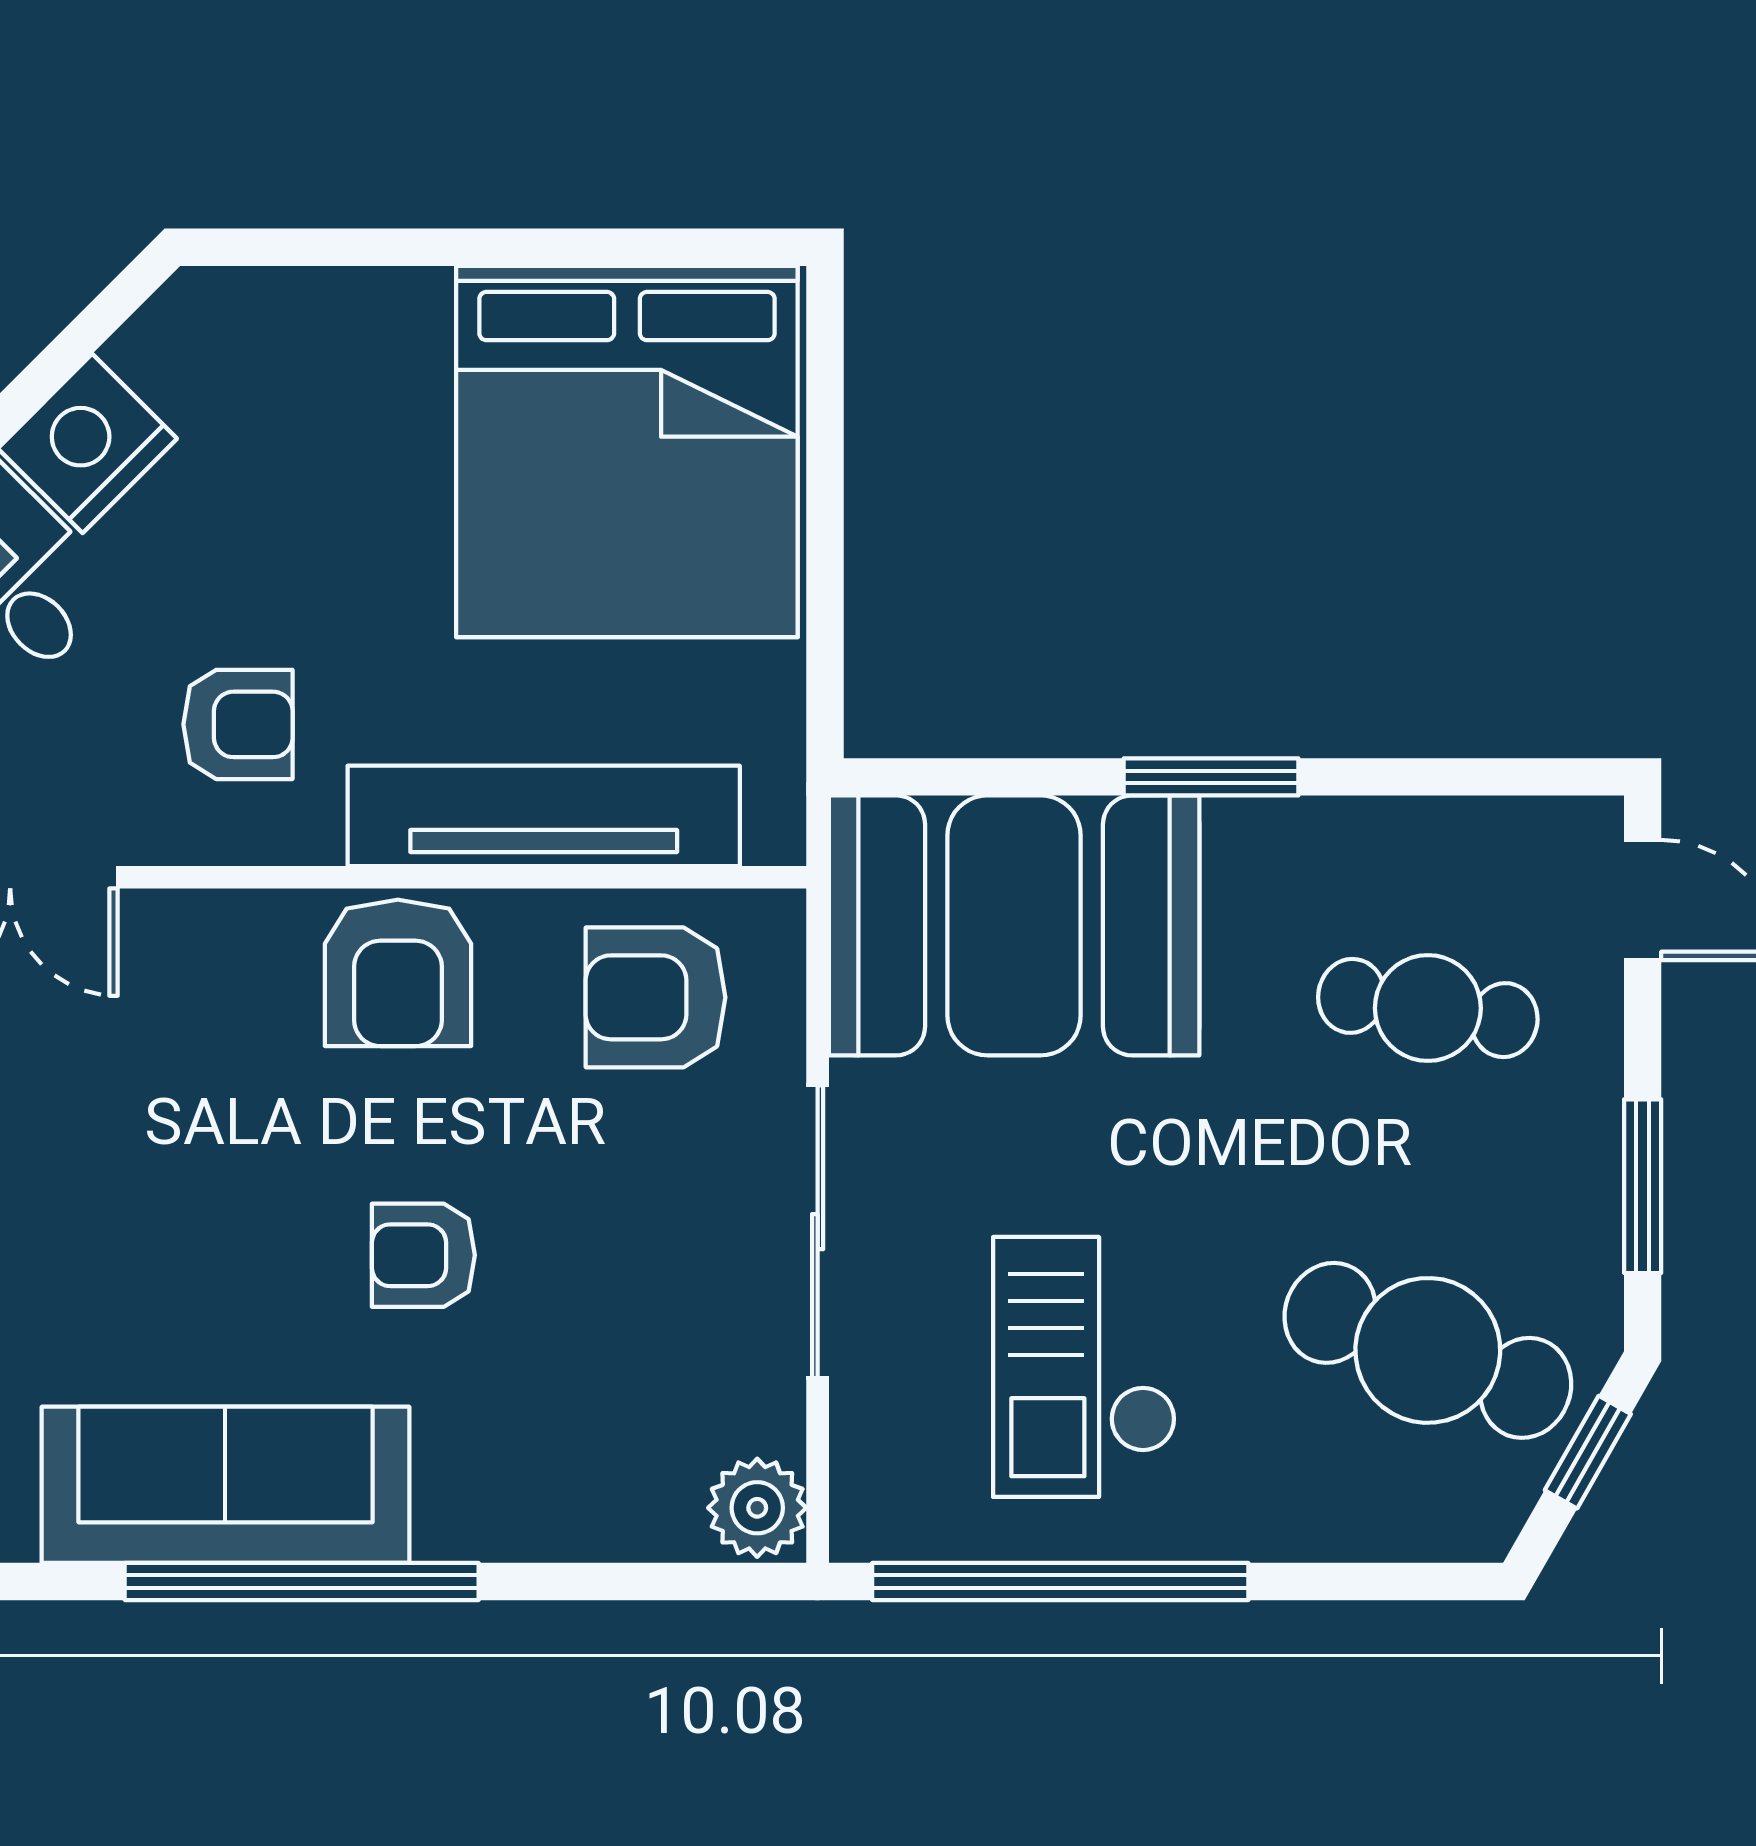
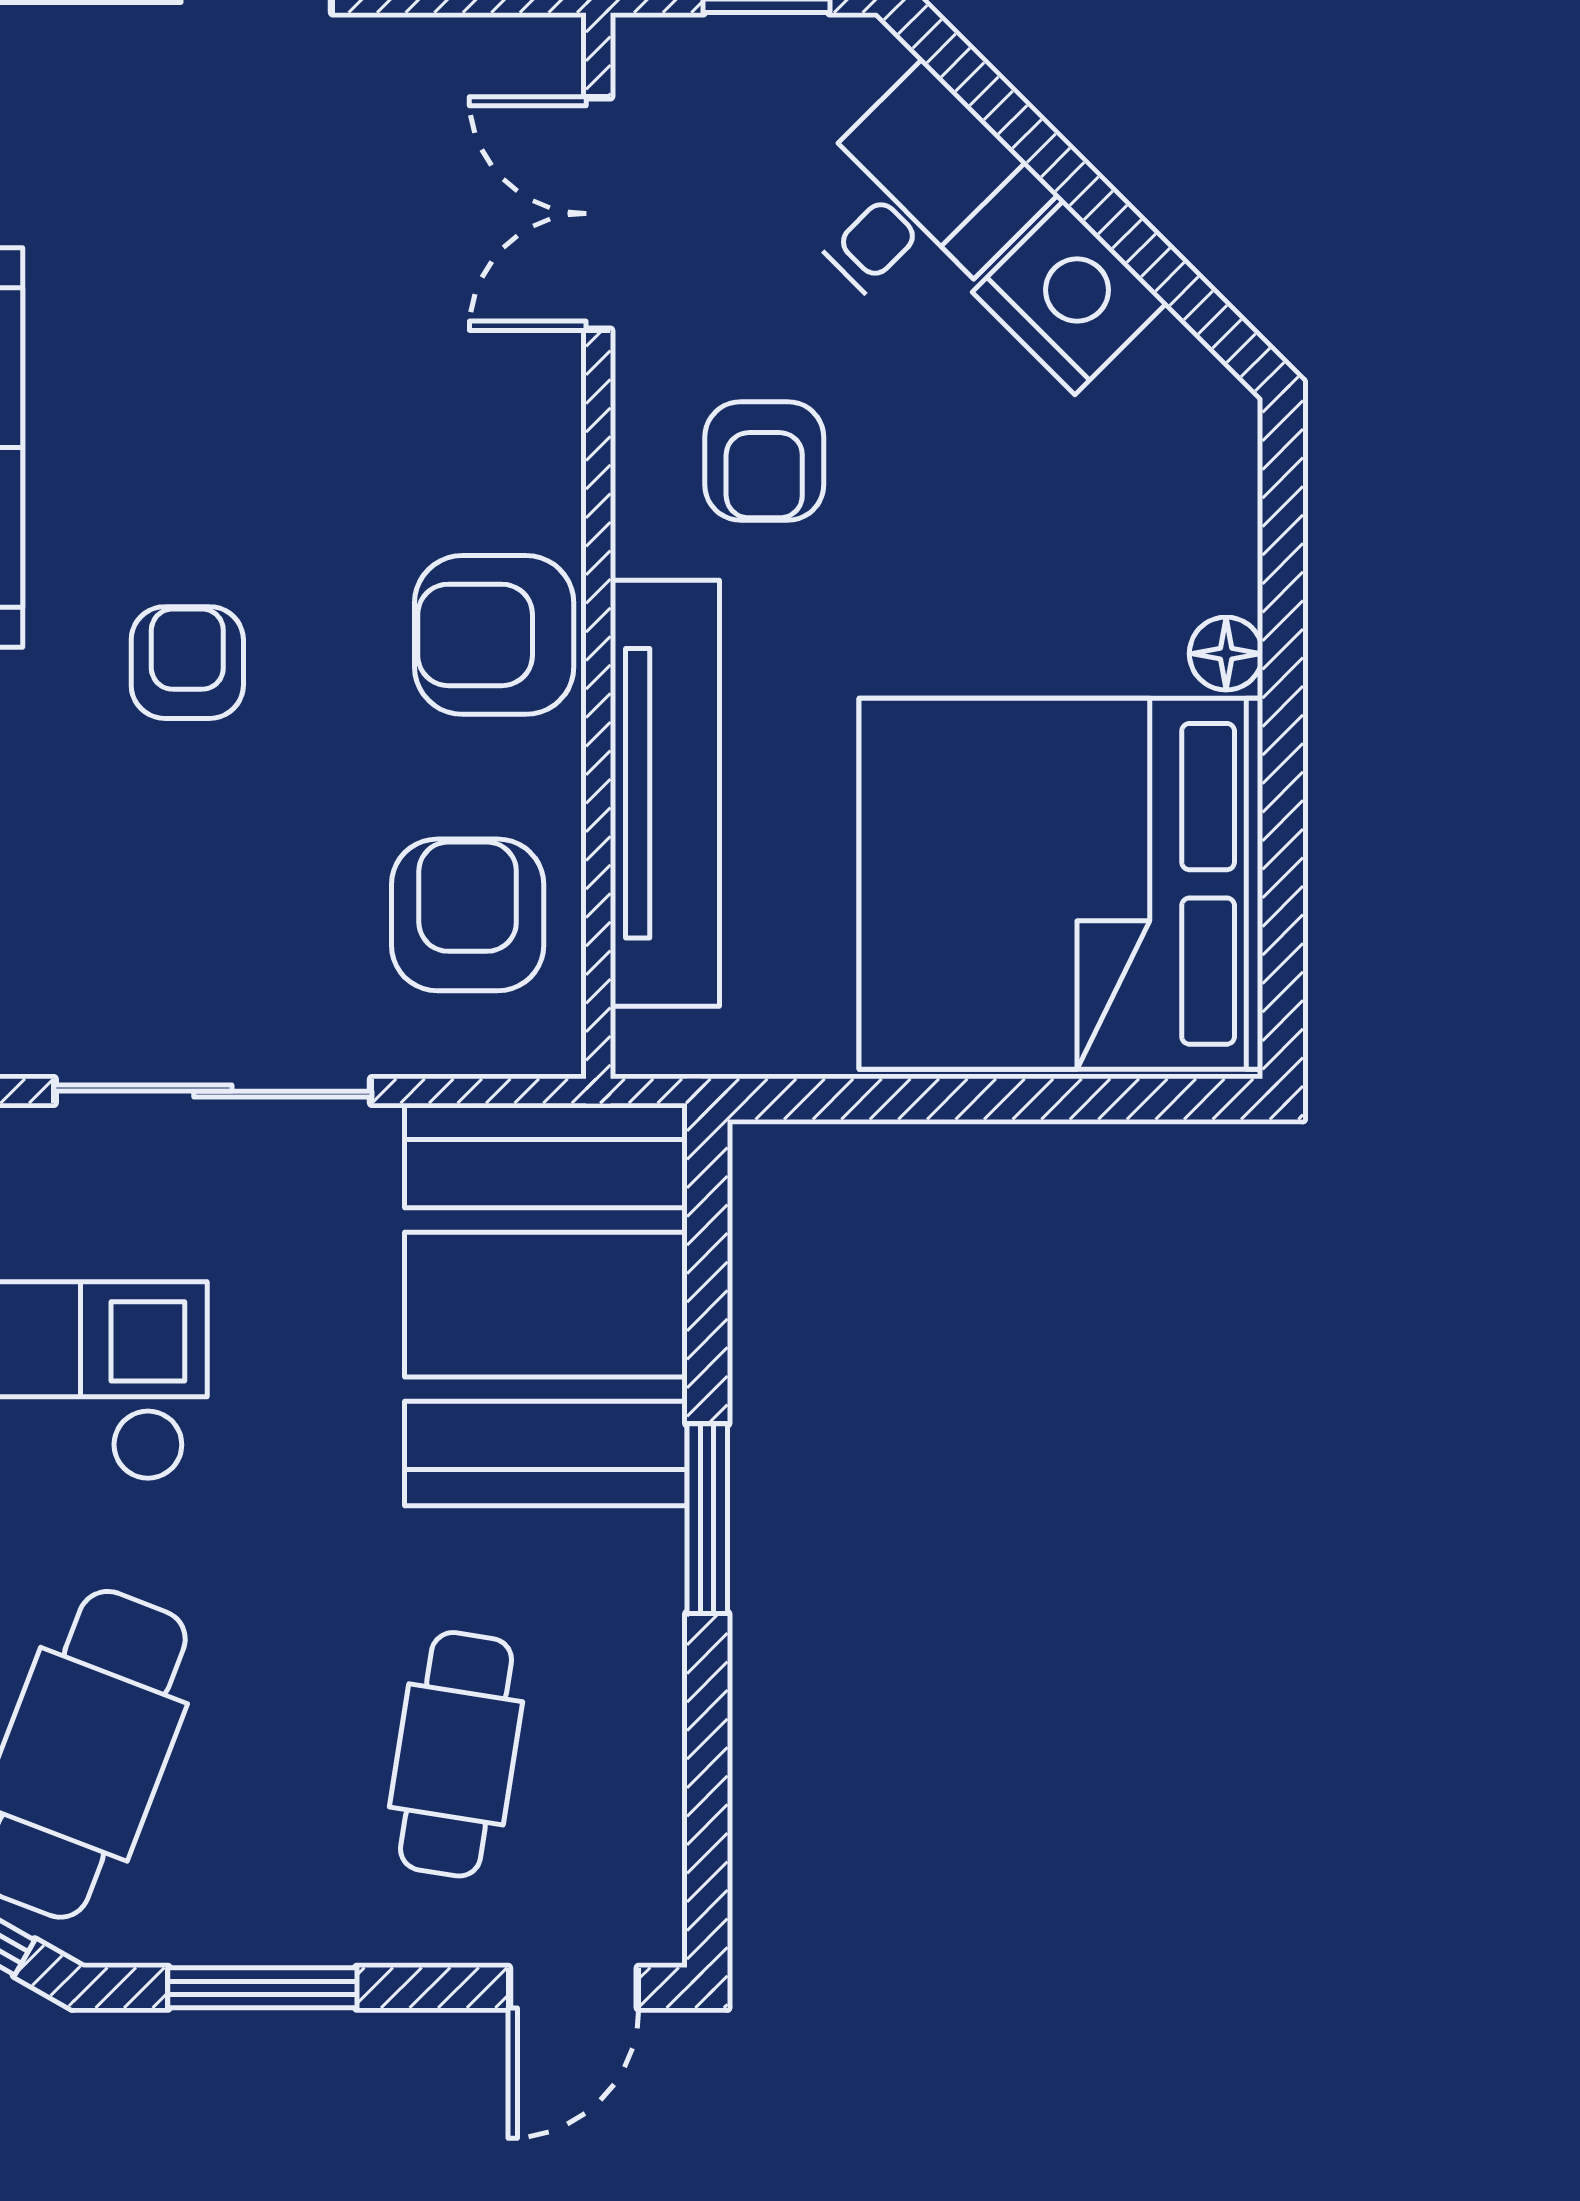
floor lamp: (415, 300) -> (1226, 654), added

